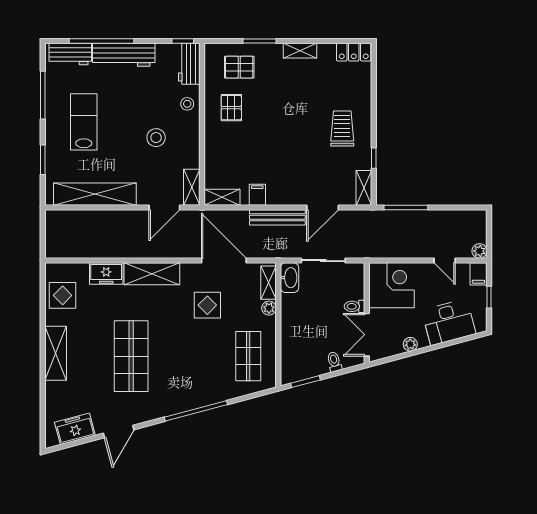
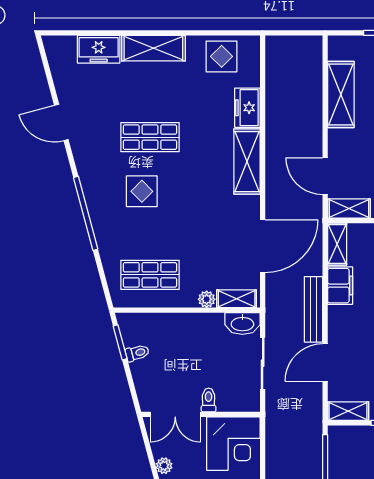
shelving: (95, 194) -> (341, 95), width x0.68
filing cabinet: (257, 195) -> (340, 286), width x2.00
door: (323, 207) -> (325, 362), hinge flipped
display table: (207, 305) -> (142, 191), moved
double door: (367, 335) -> (175, 414), swing flipped
shop shelf: (131, 356) -> (150, 137), width x0.70, depth x0.74
toilet: (334, 362) -> (137, 353), moved
freezer: (75, 429) -> (99, 49), moved, turned 105

